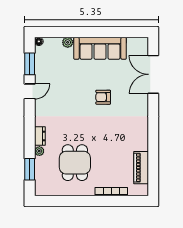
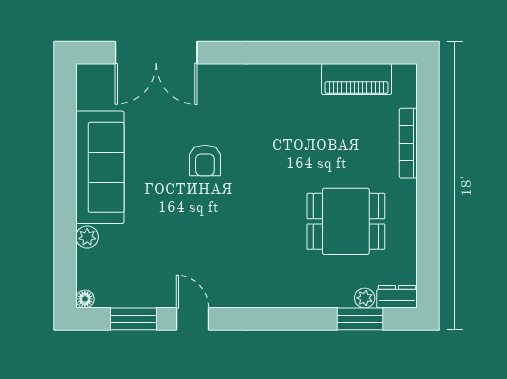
dresser: (40, 136) -> (397, 297), moved
plant: (39, 151) -> (365, 298), moved

